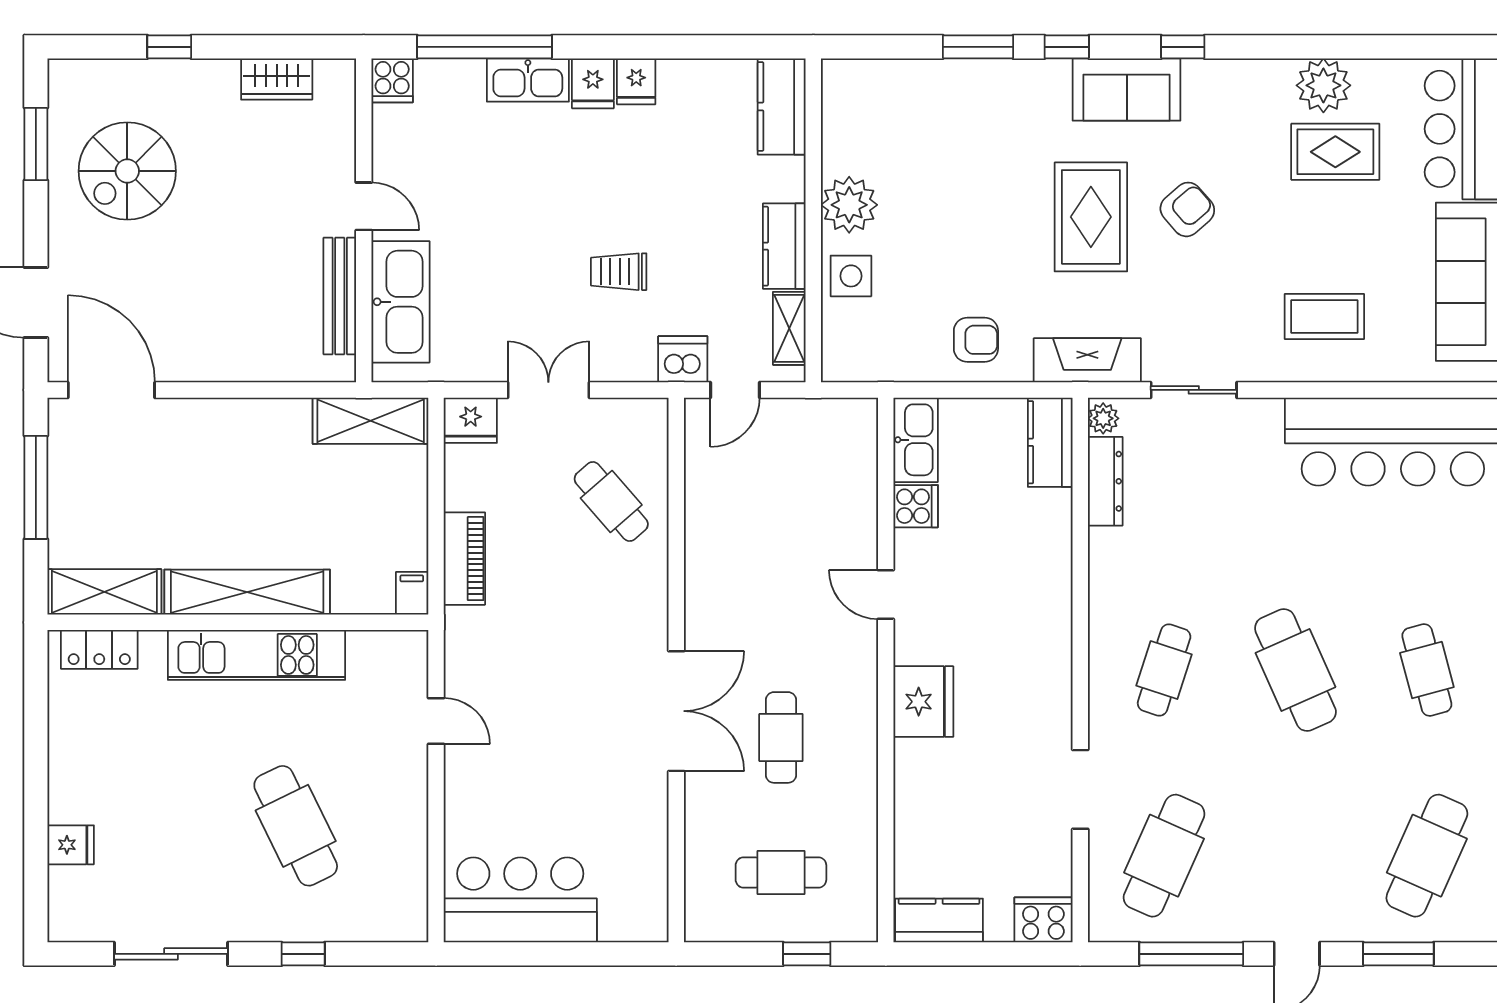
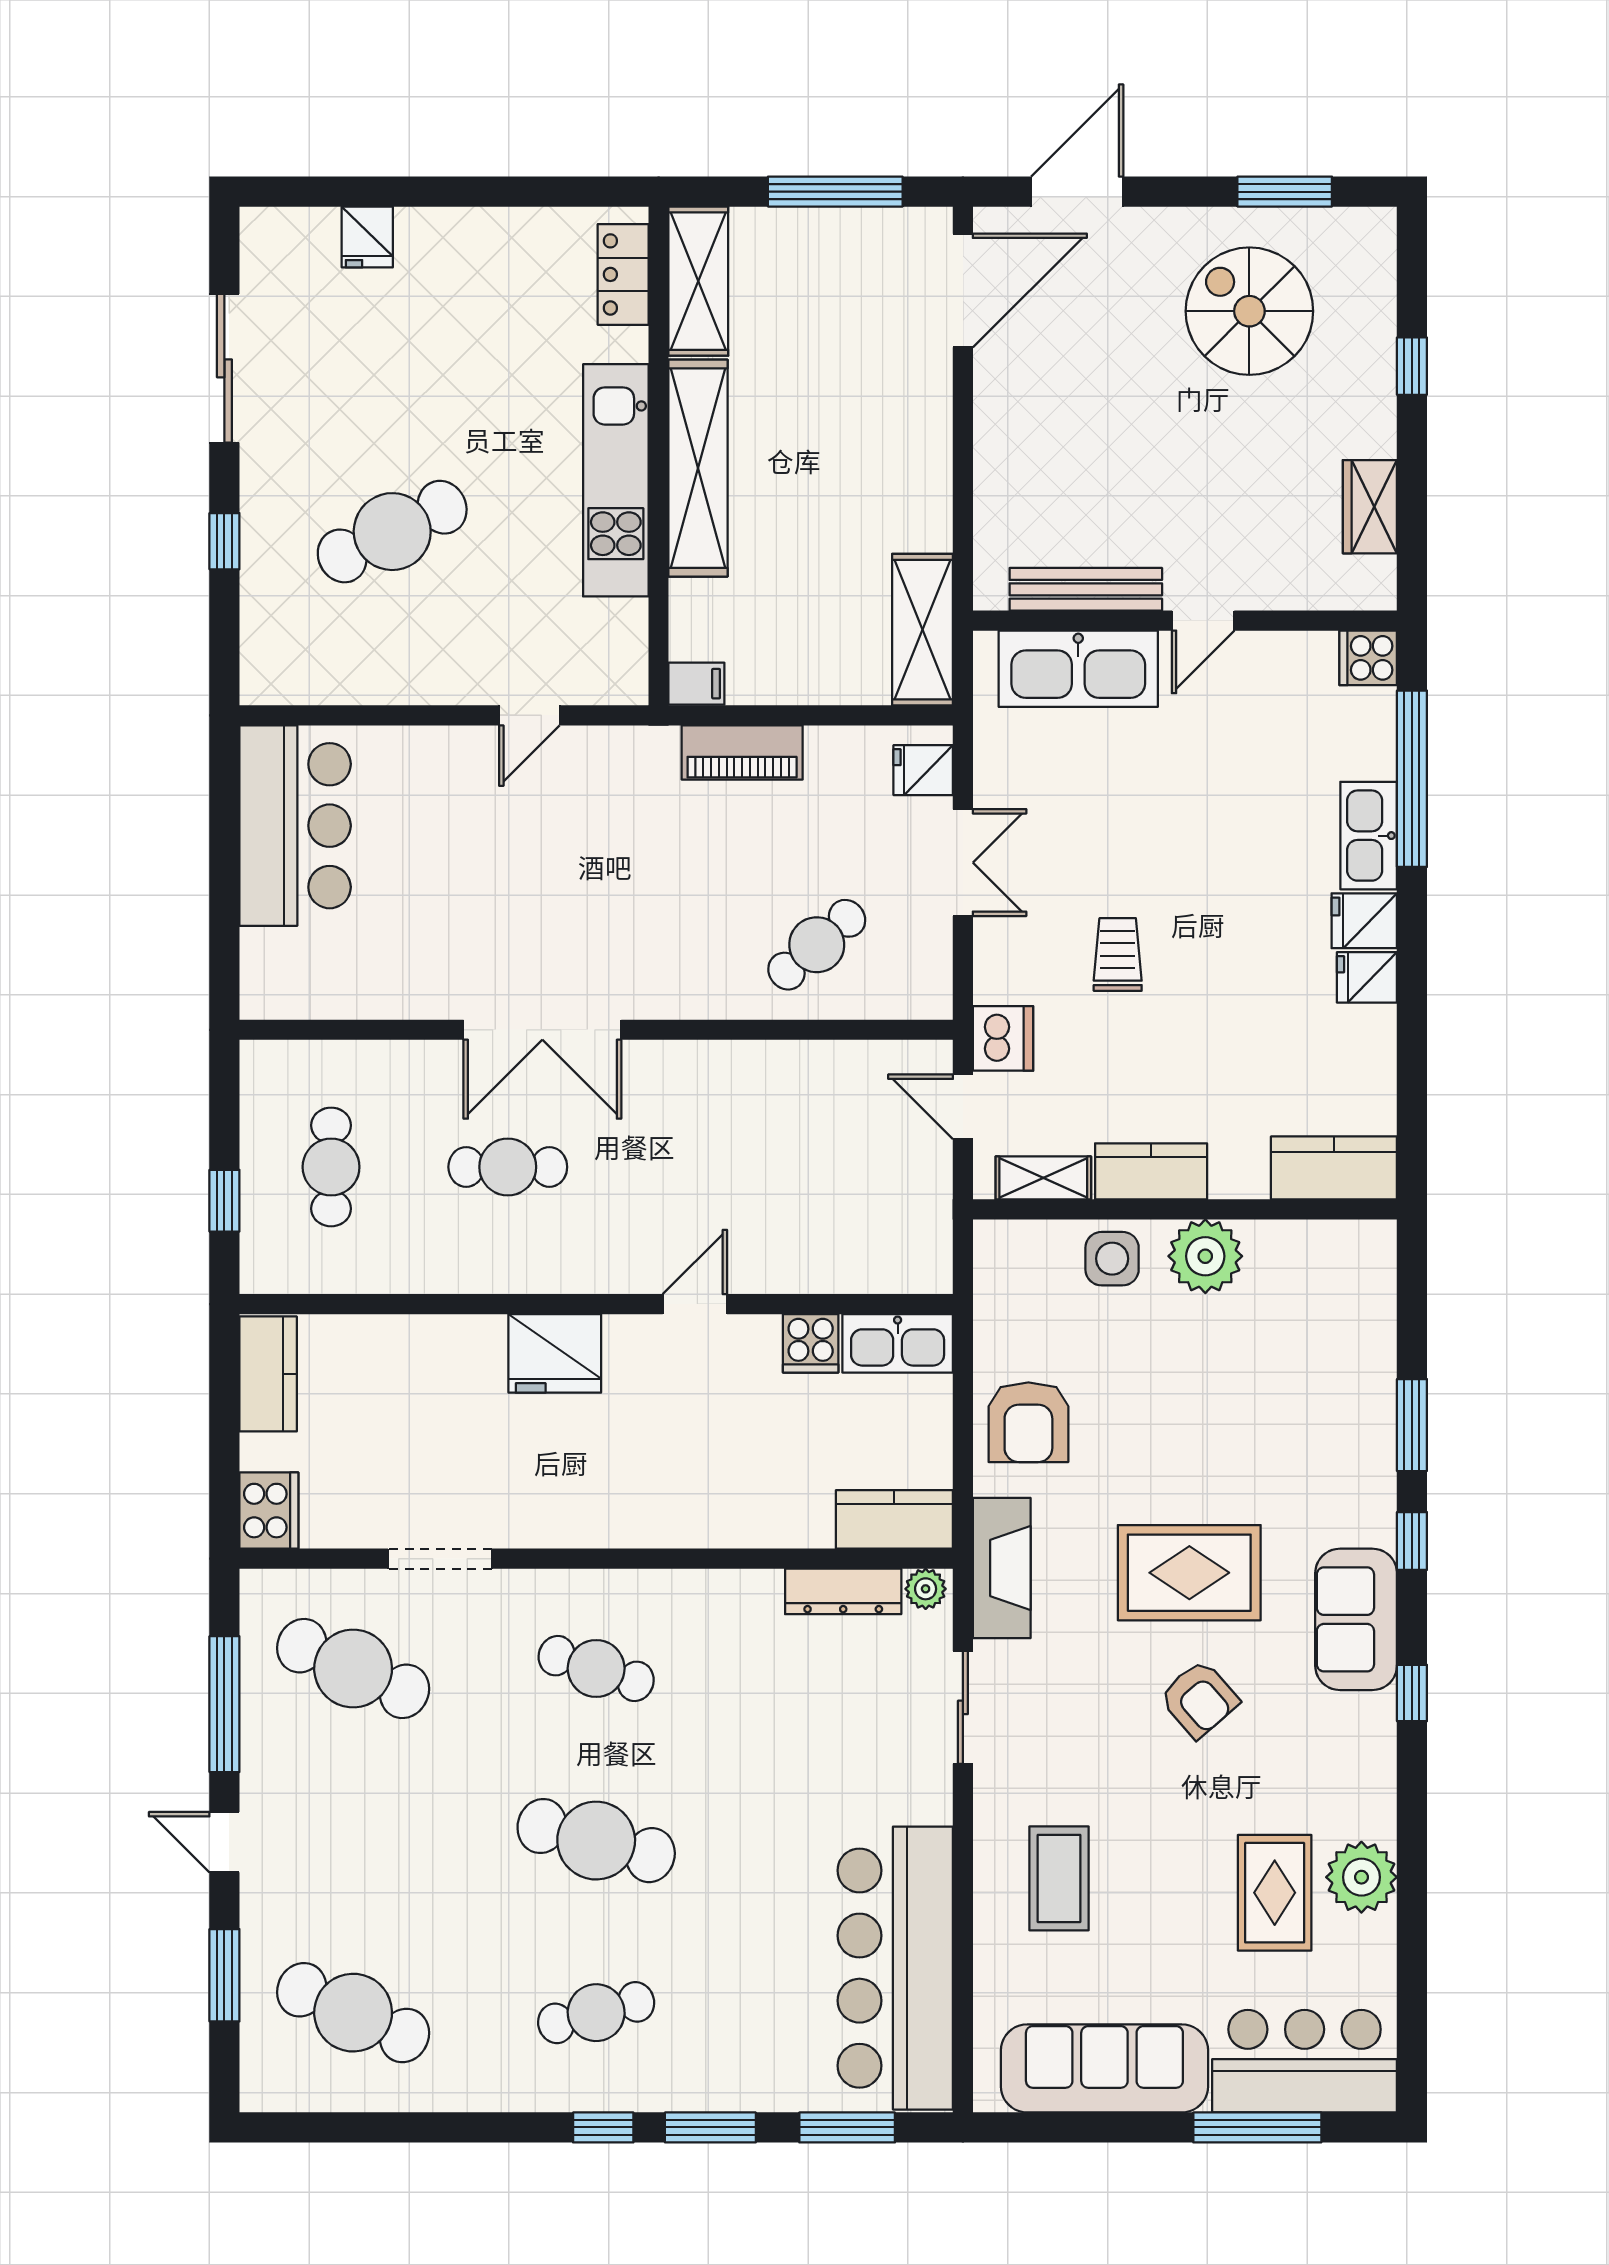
armchair: (976, 340) -> (1028, 1422), width x1.38, depth x1.38
fridge: (471, 420) -> (923, 770), width x0.72
cafe table: (1295, 670) -> (596, 1841), turned 39

